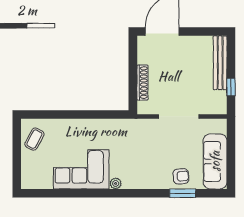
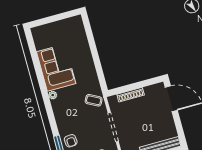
coffee table: (34, 139) -> (94, 100), moved

